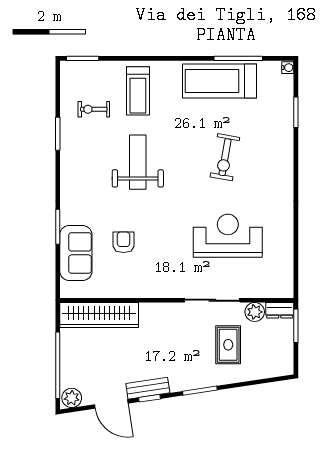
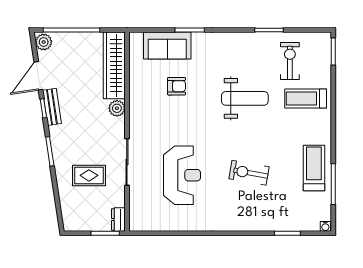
treadmill: (219, 81) -> (314, 168), width x0.73, depth x0.73
exercise bike: (94, 109) -> (290, 61), width x1.38, depth x1.39
plant: (255, 312) -> (117, 108), moved

